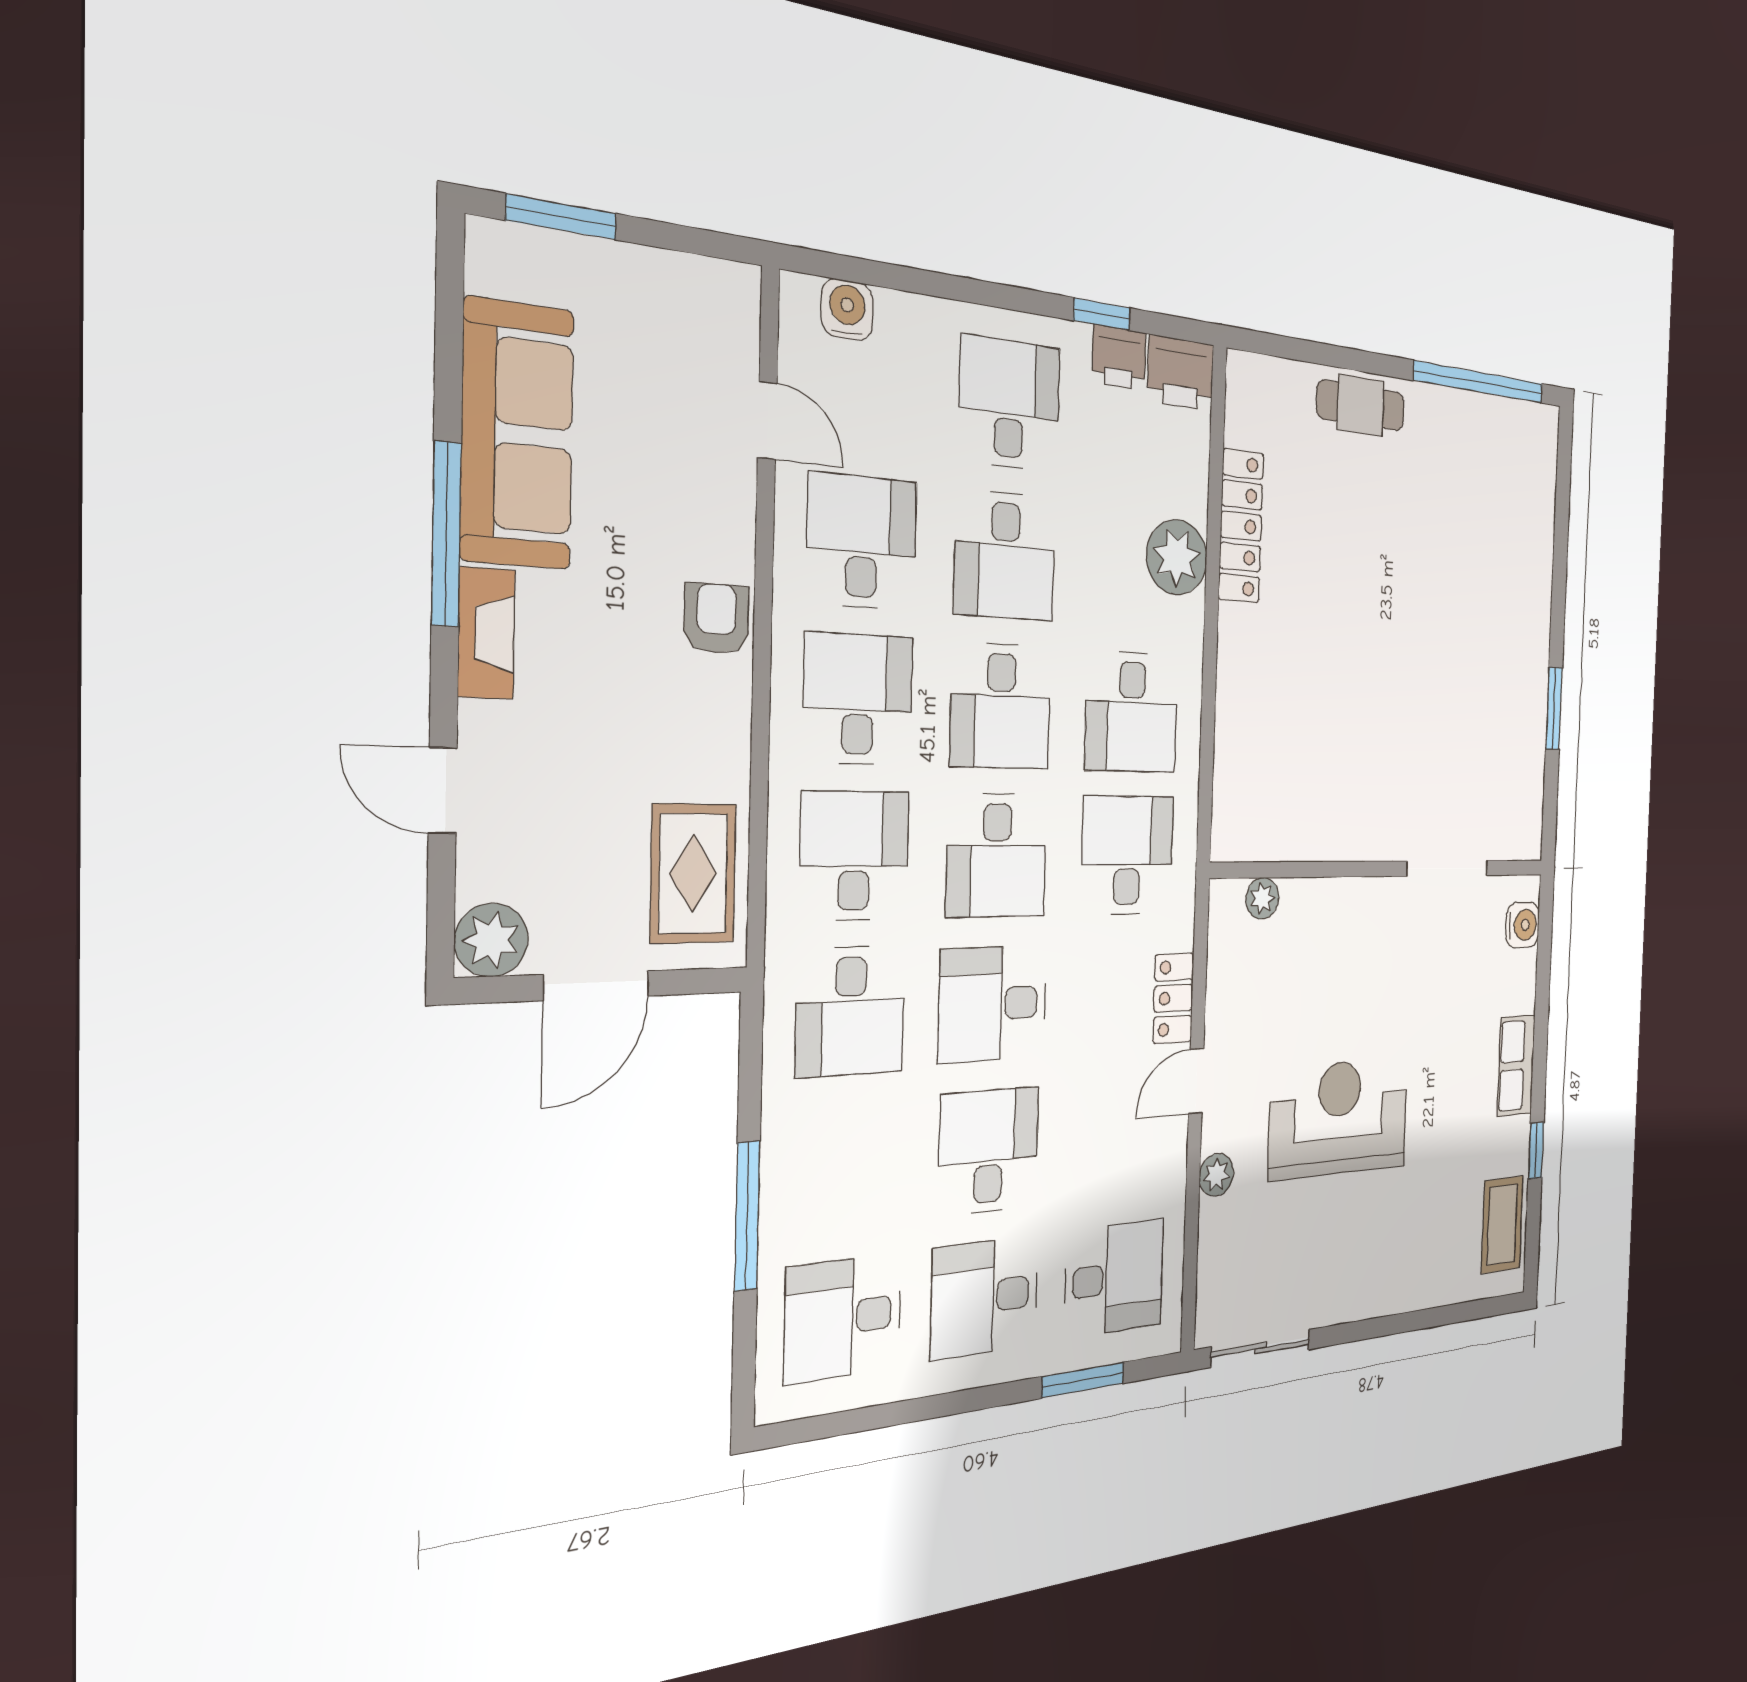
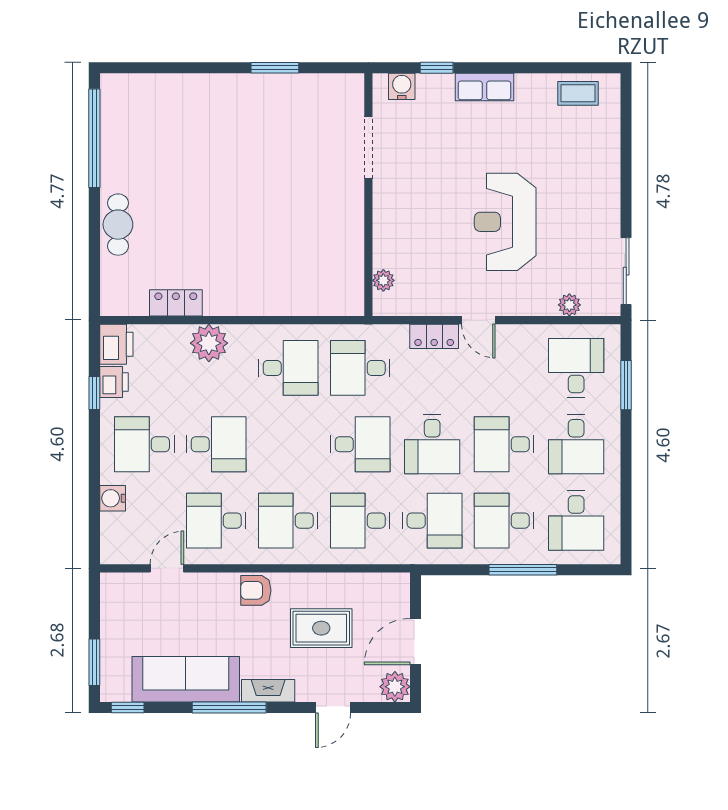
window: (450, 281) -> (128, 707), added
water cooler: (847, 309) -> (113, 498), moved
locker: (1241, 526) -> (176, 303), width x0.66
desk: (1001, 706) -> (504, 521), moved, turned 180
rug: (693, 874) -> (321, 628), moved
door: (596, 985) -> (416, 642), swing flipped
window: (1536, 1151) -> (437, 68), moved
plant: (1217, 1175) -> (569, 305), moved
coffee table: (1502, 1225) -> (578, 93), width x0.73, depth x0.77

